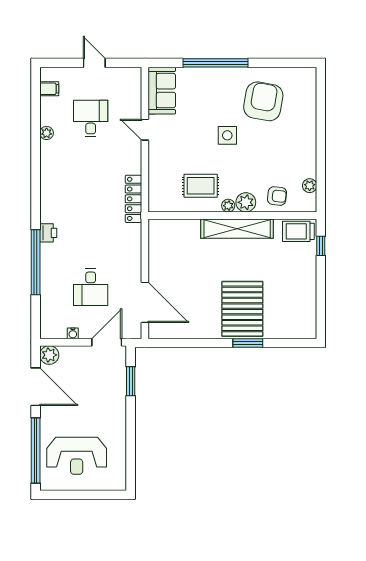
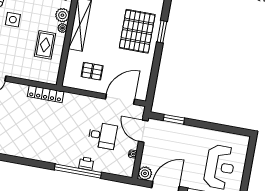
printer: (48, 233) -> (86, 164), moved
pallet: (176, 257) -> (92, 71), added
pallet: (242, 309) -> (137, 31), turned 90

